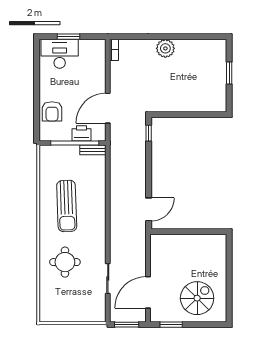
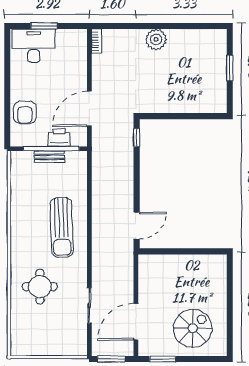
bench: (93, 150) -> (49, 157), moved
sun lounger: (67, 206) -> (62, 227), moved

